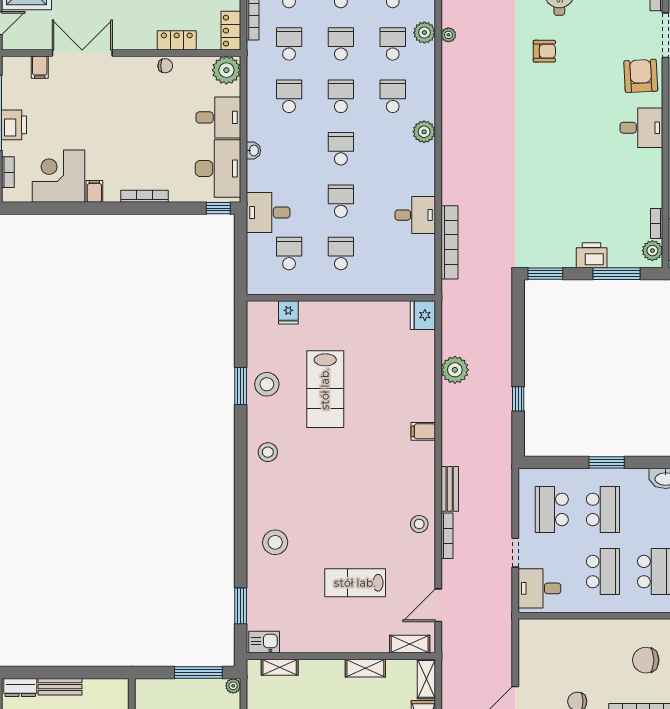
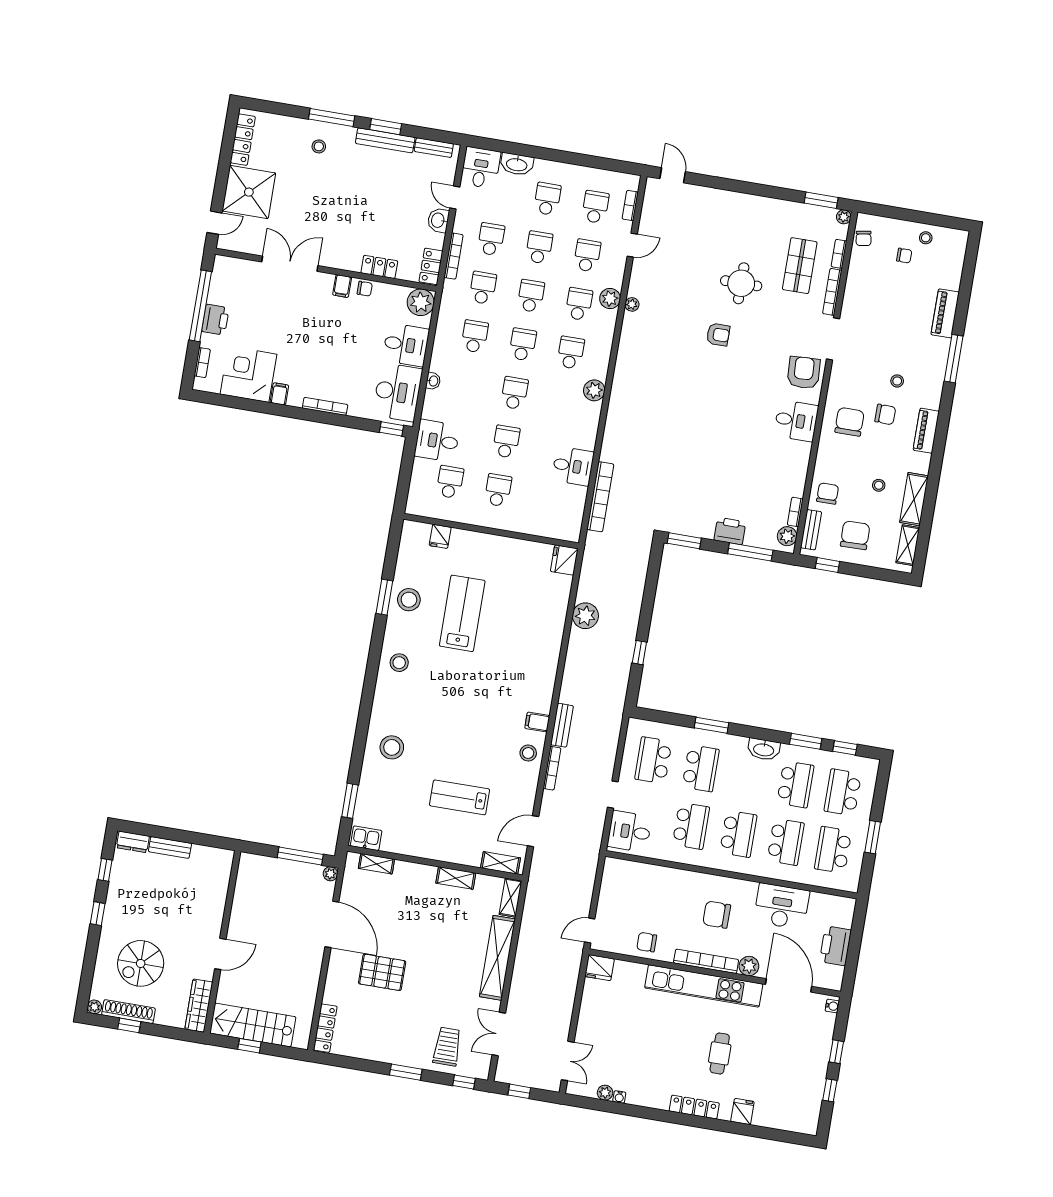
filing cabinet: (40, 67) -> (342, 286), moved
lab bench: (325, 389) -> (462, 613), turned 180
filing cabinet: (423, 431) -> (537, 722), moved

